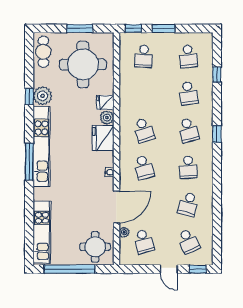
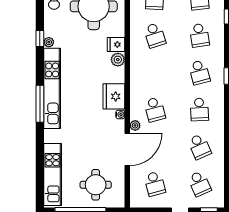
plant: (43, 96) -> (49, 42), width x0.53, depth x0.53
school desk: (144, 130) -> (155, 35), moved
fridge: (103, 138) -> (114, 96), moved
school desk: (188, 204) -> (199, 147), turned -39
plant: (124, 232) -> (135, 125), moved
round table: (95, 247) -> (96, 185), moved

